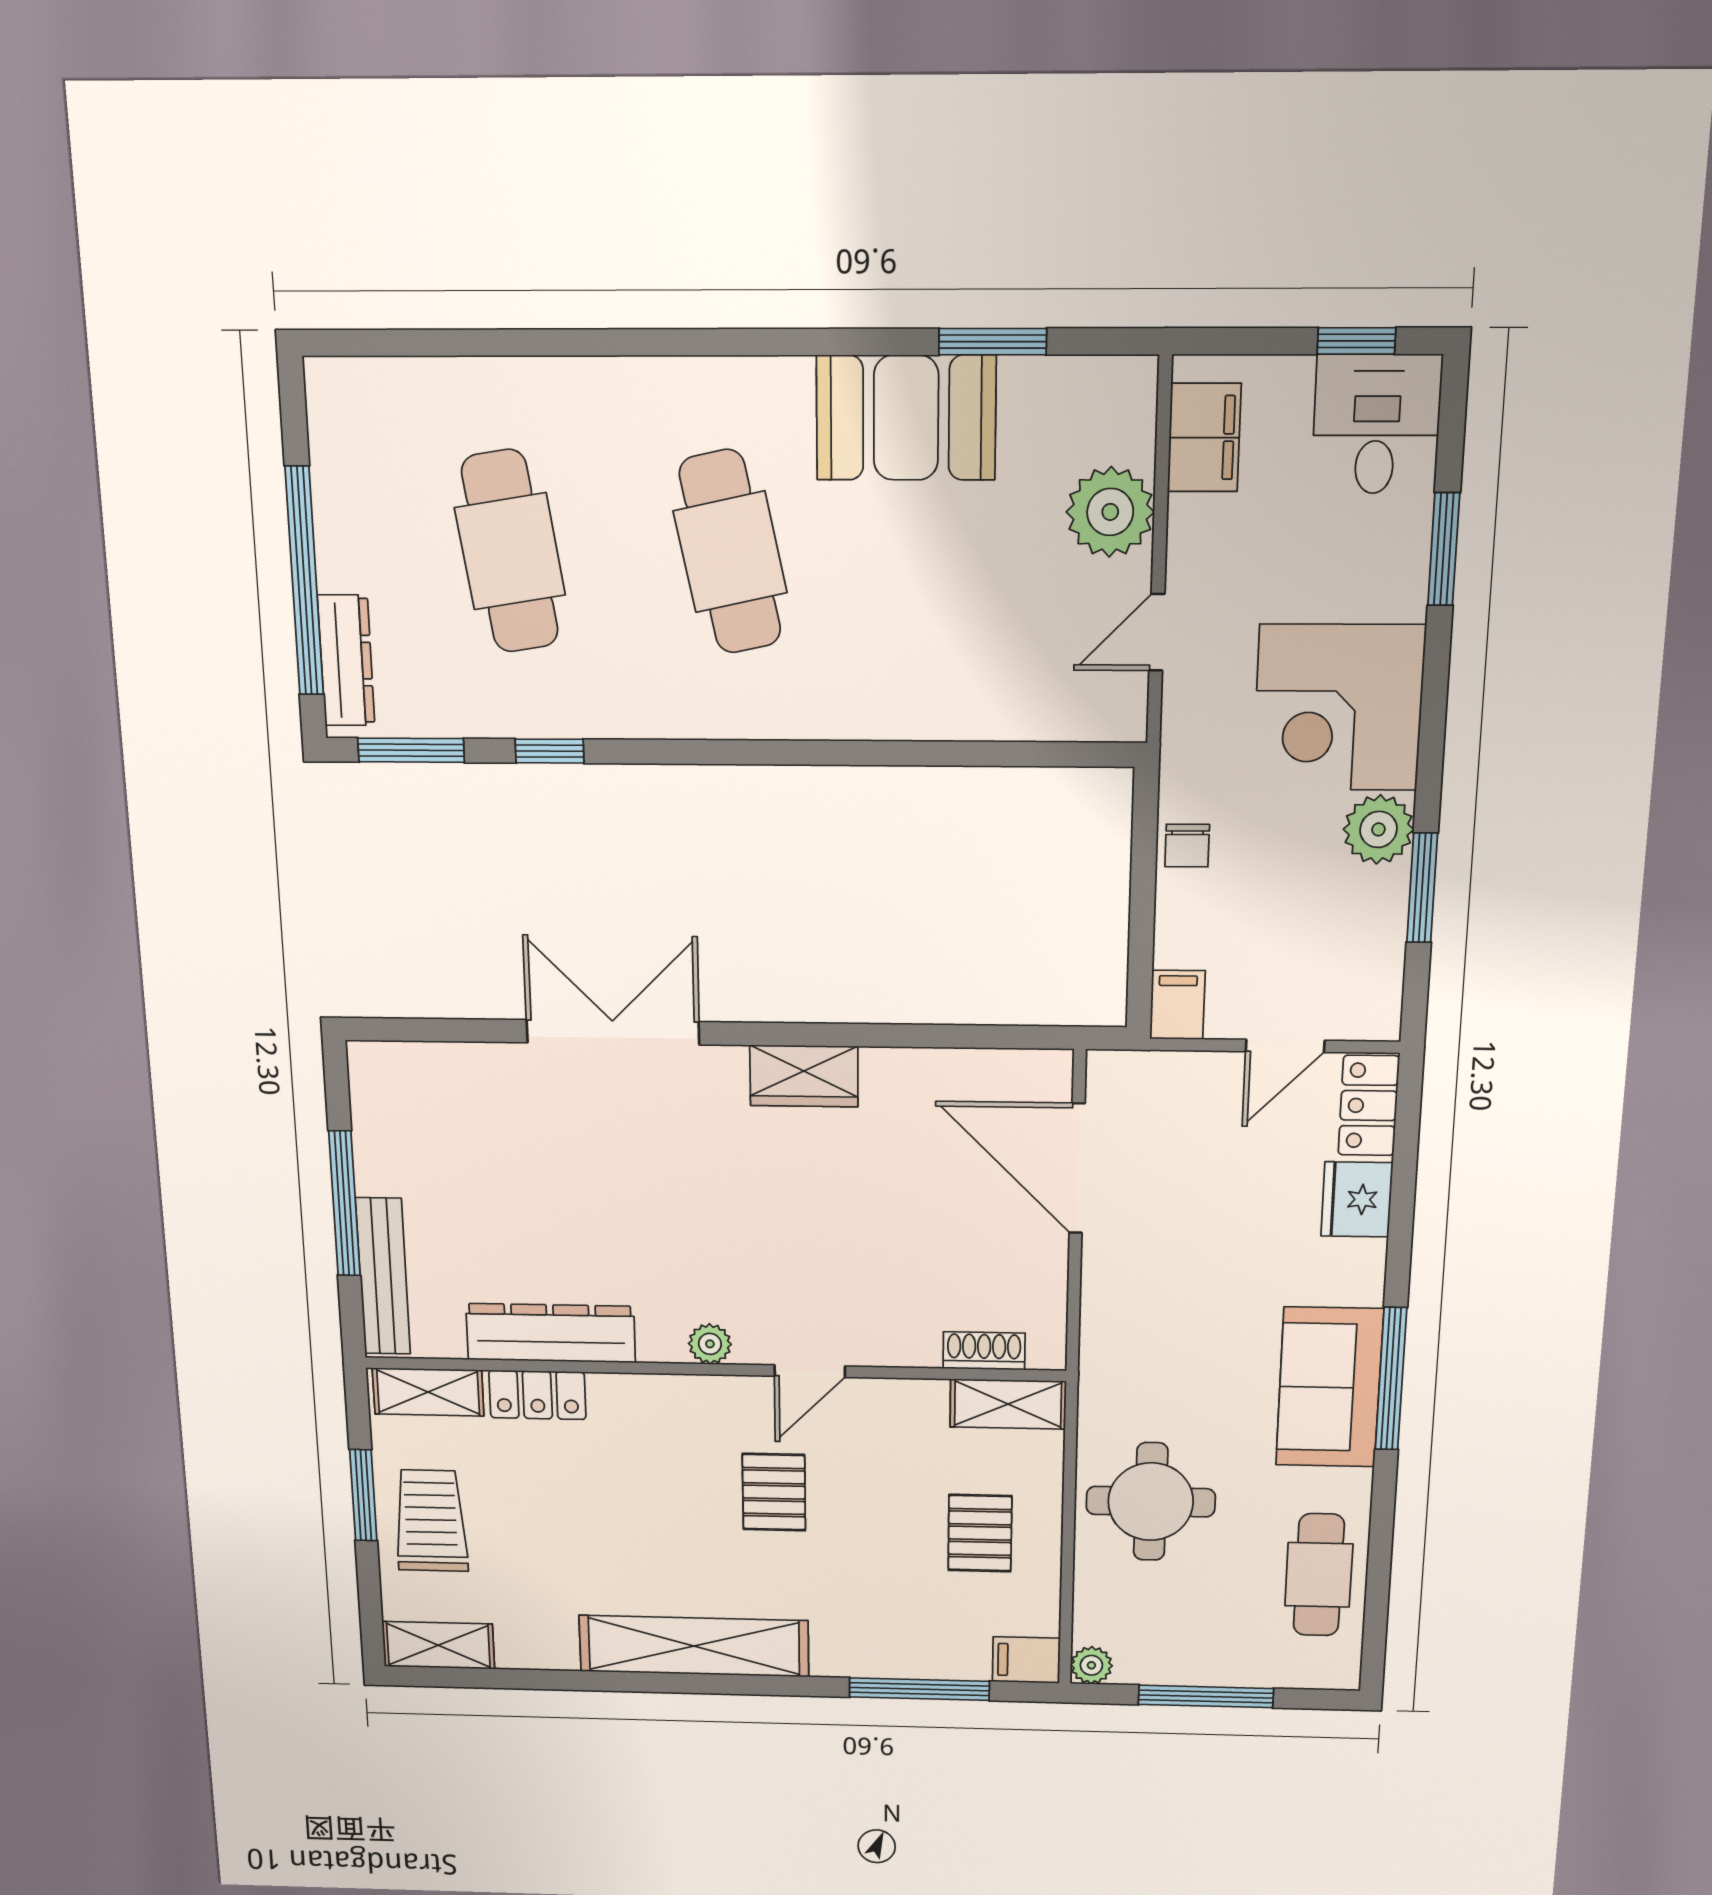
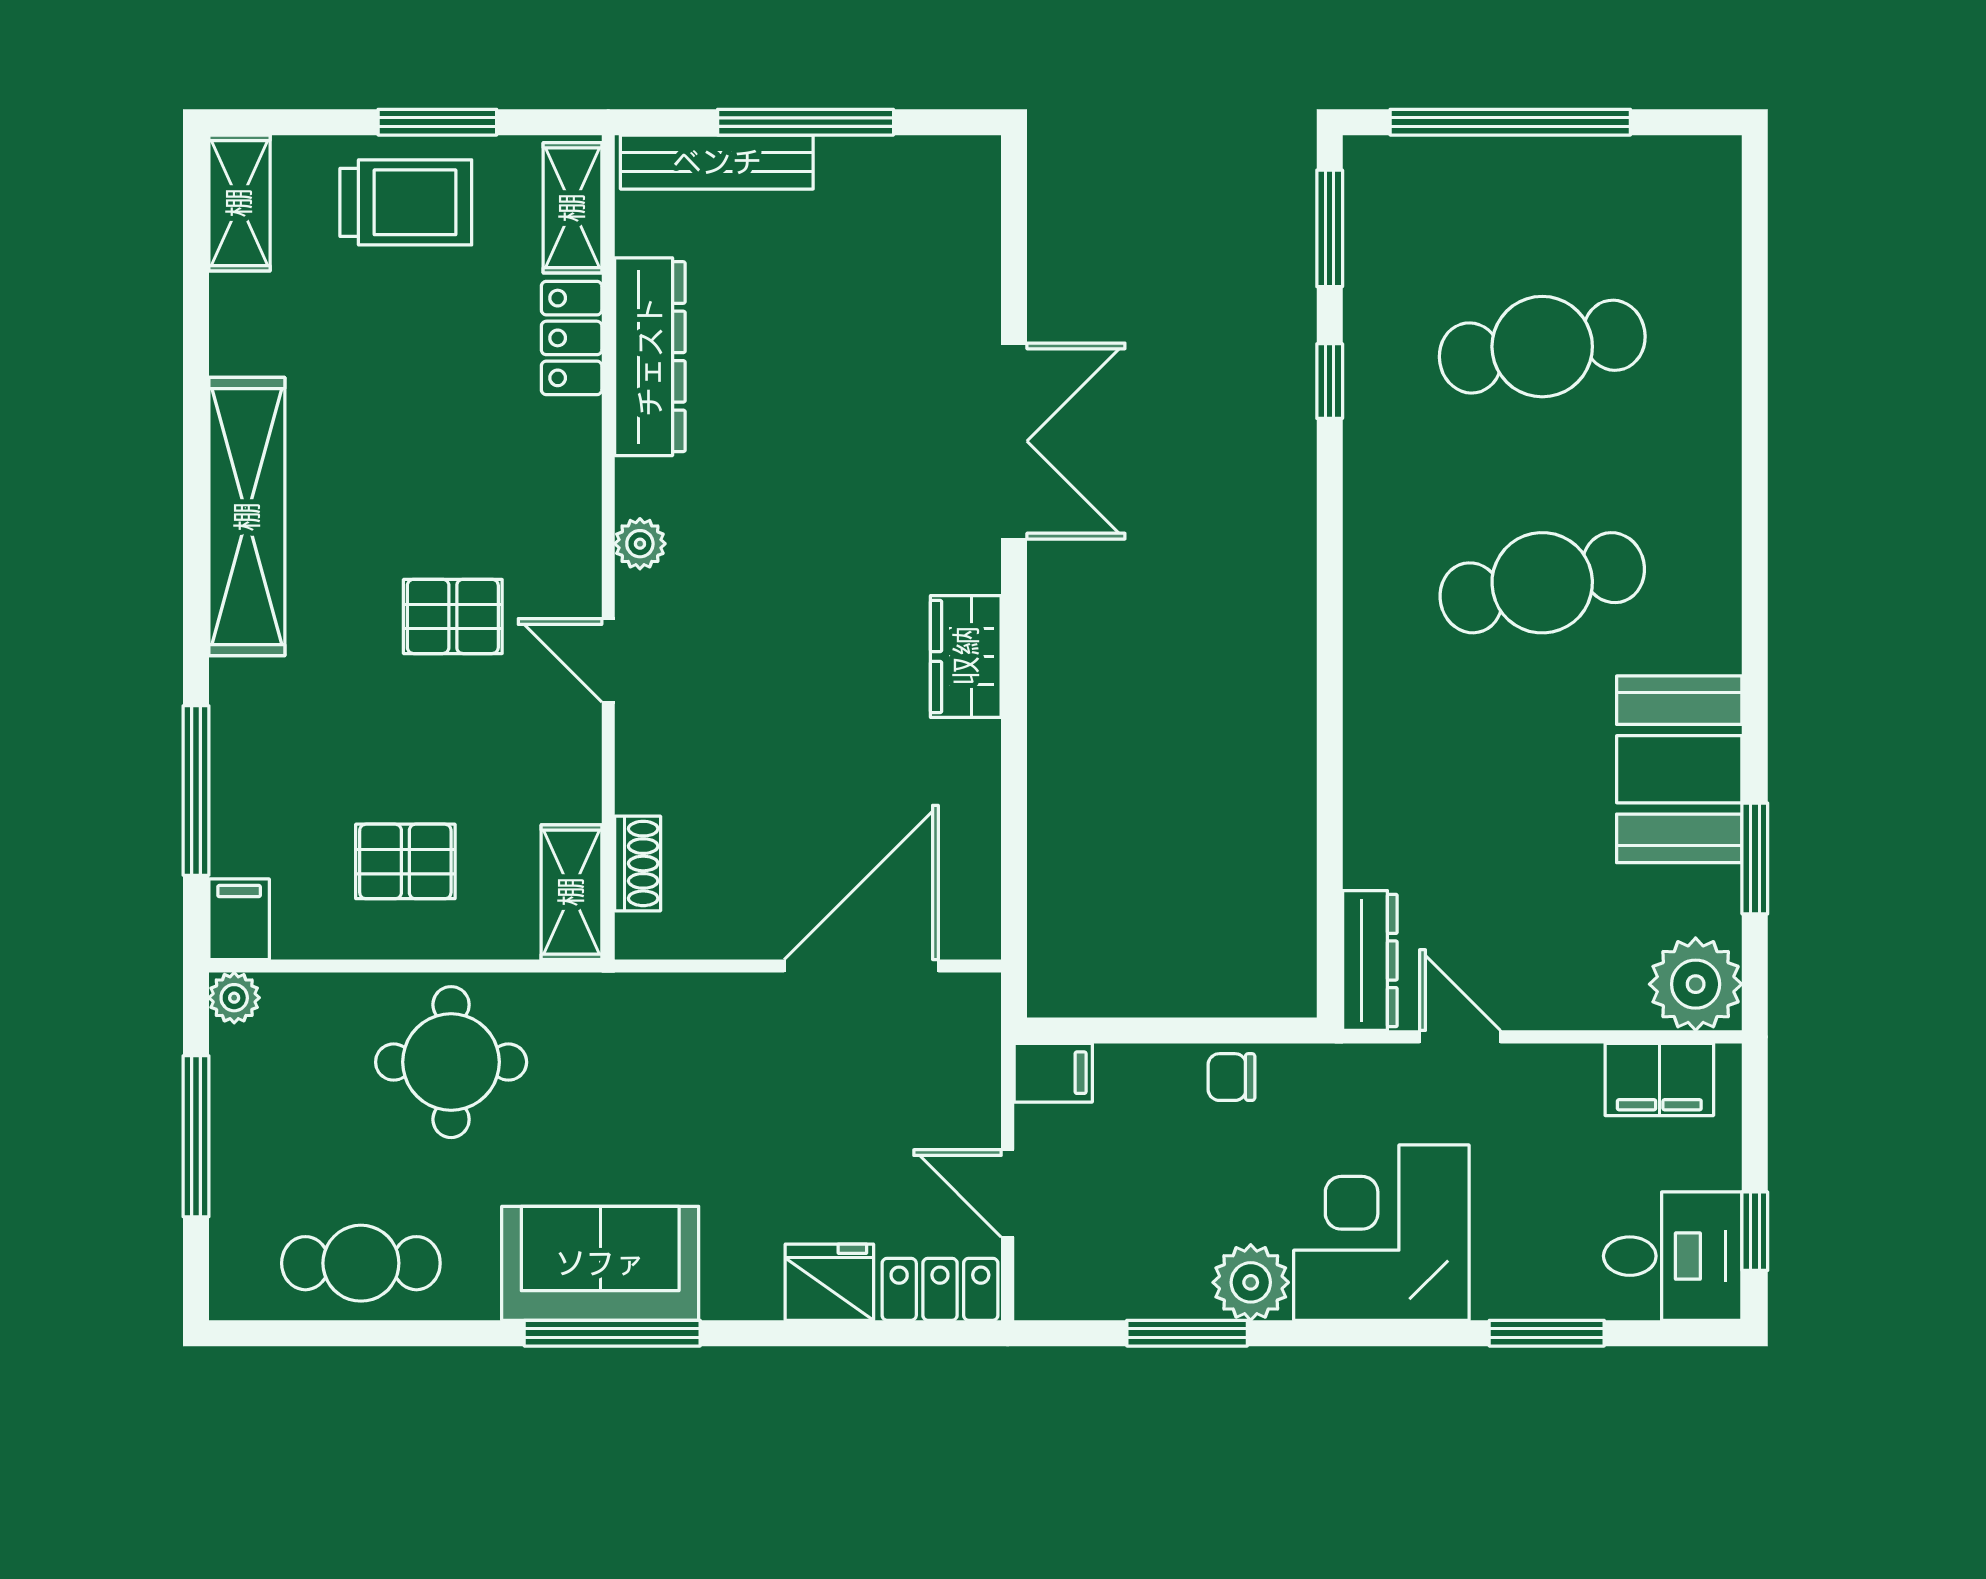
plant: (1110, 512) -> (1696, 984), moved
dresser: (346, 660) -> (1370, 960), moved, turned -90

